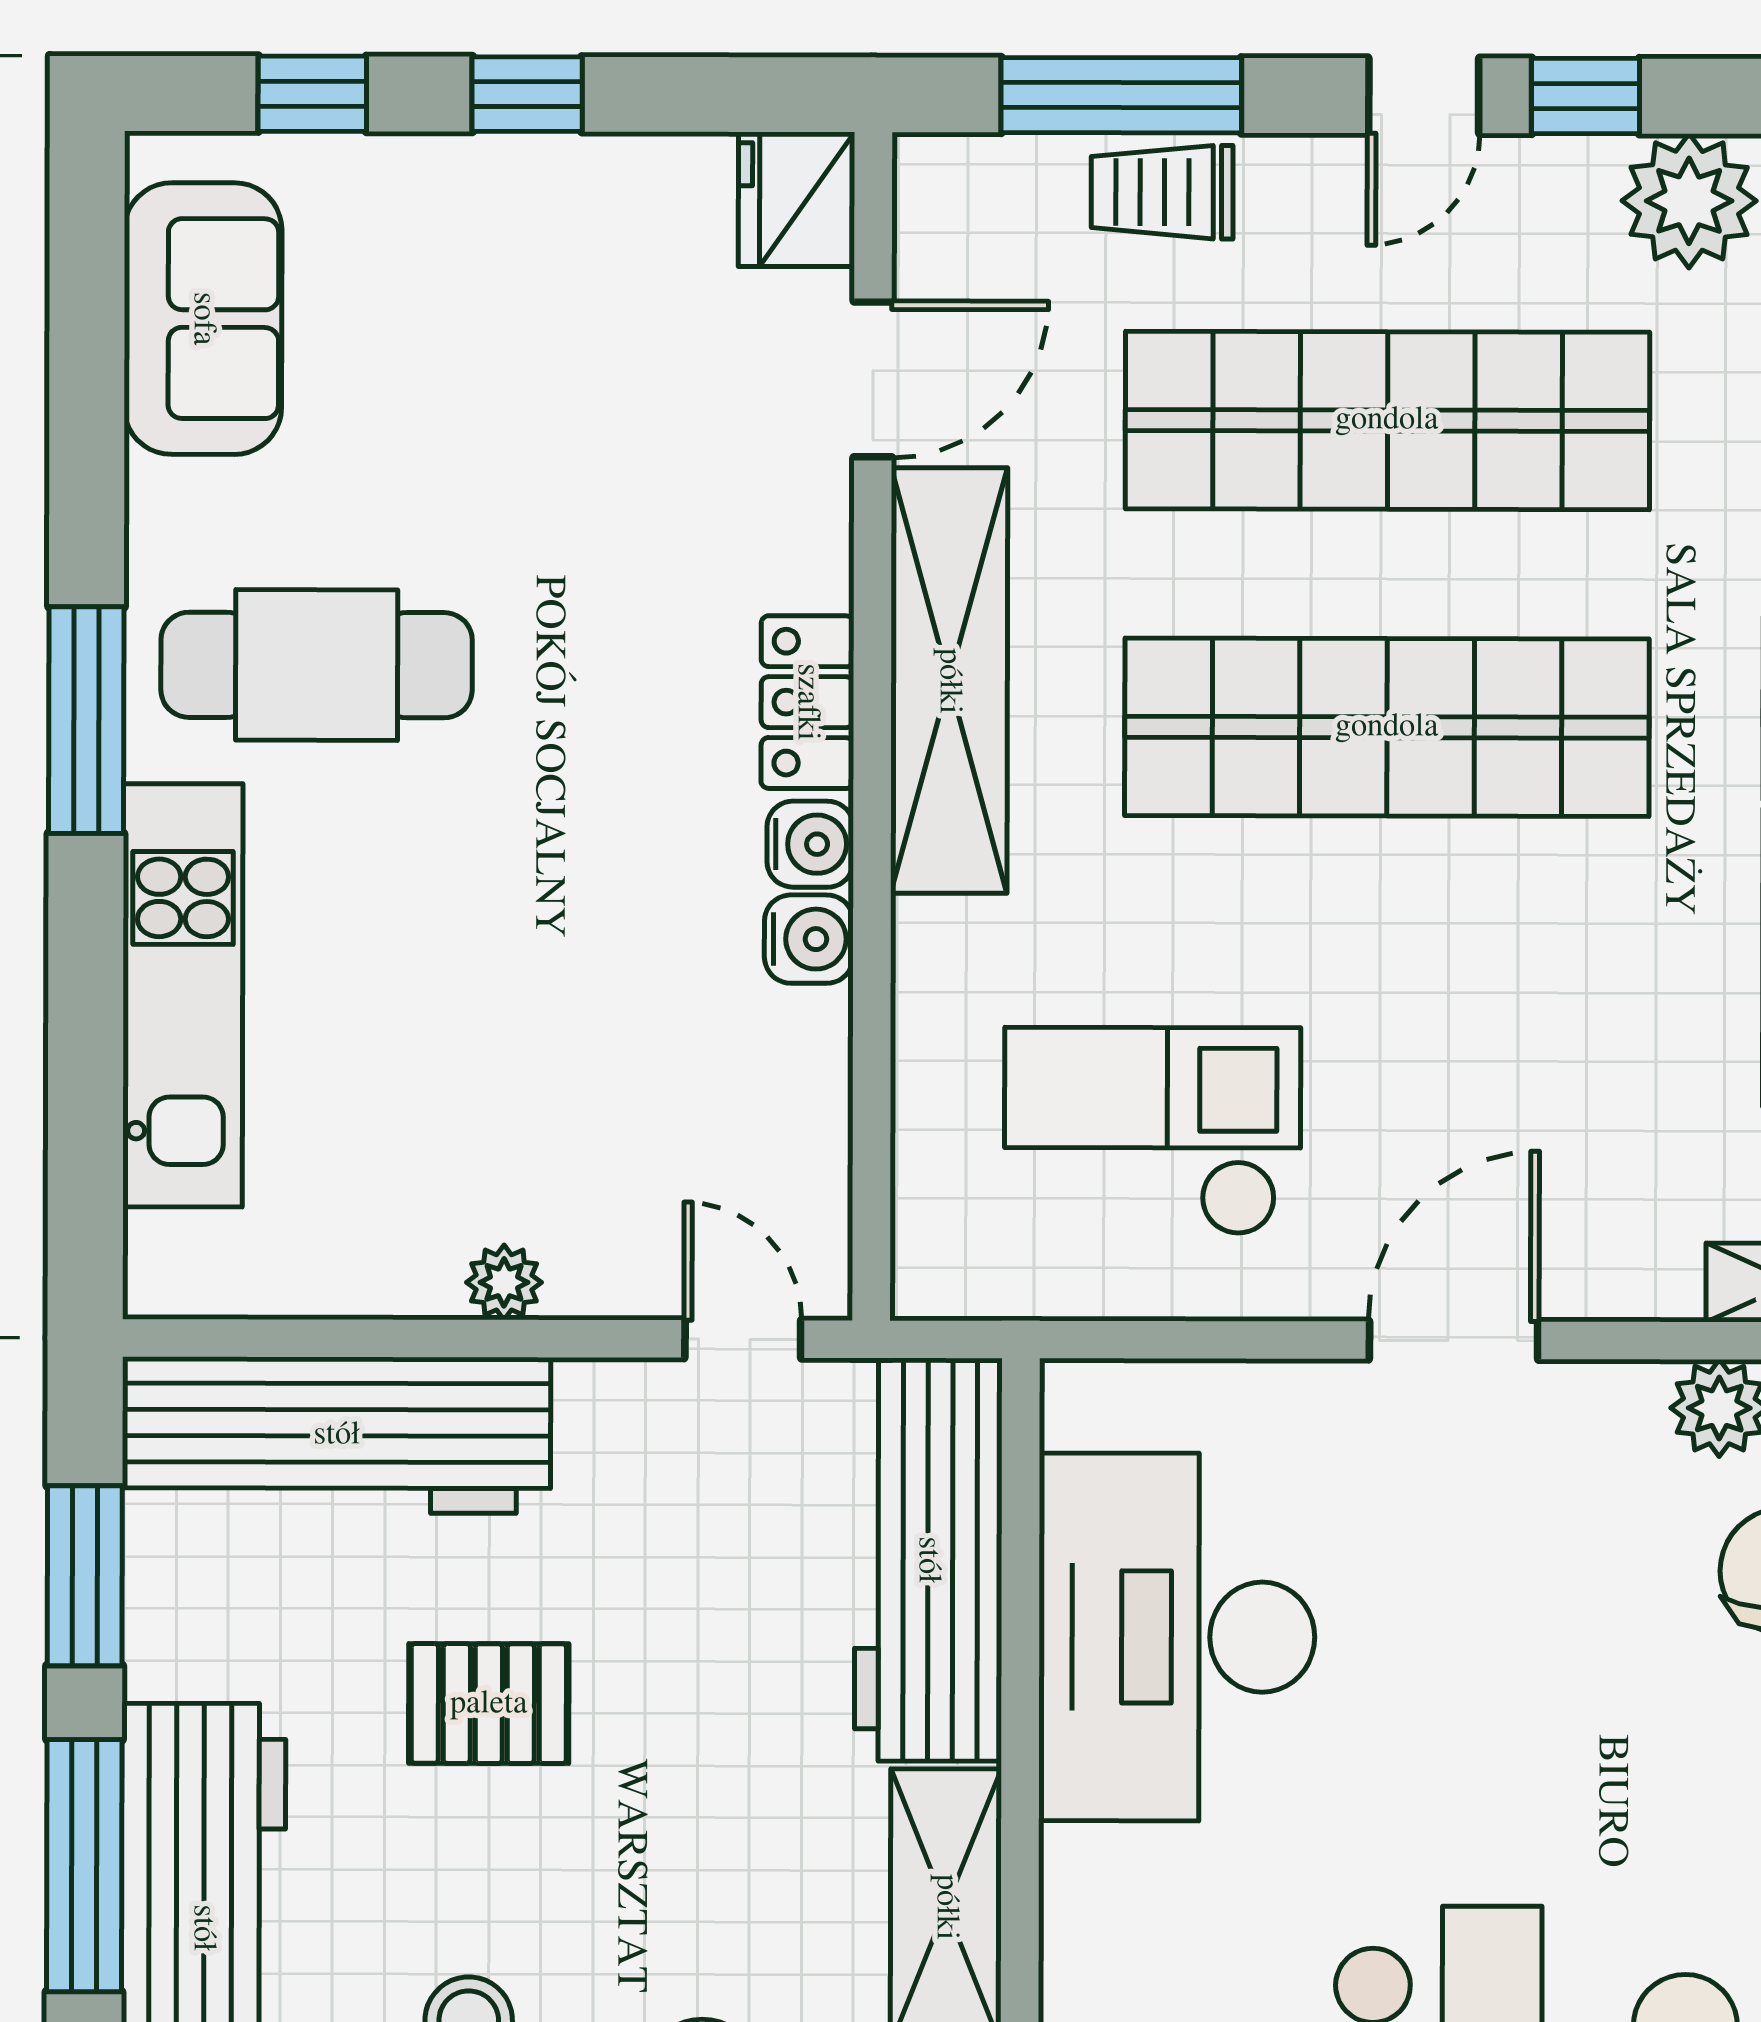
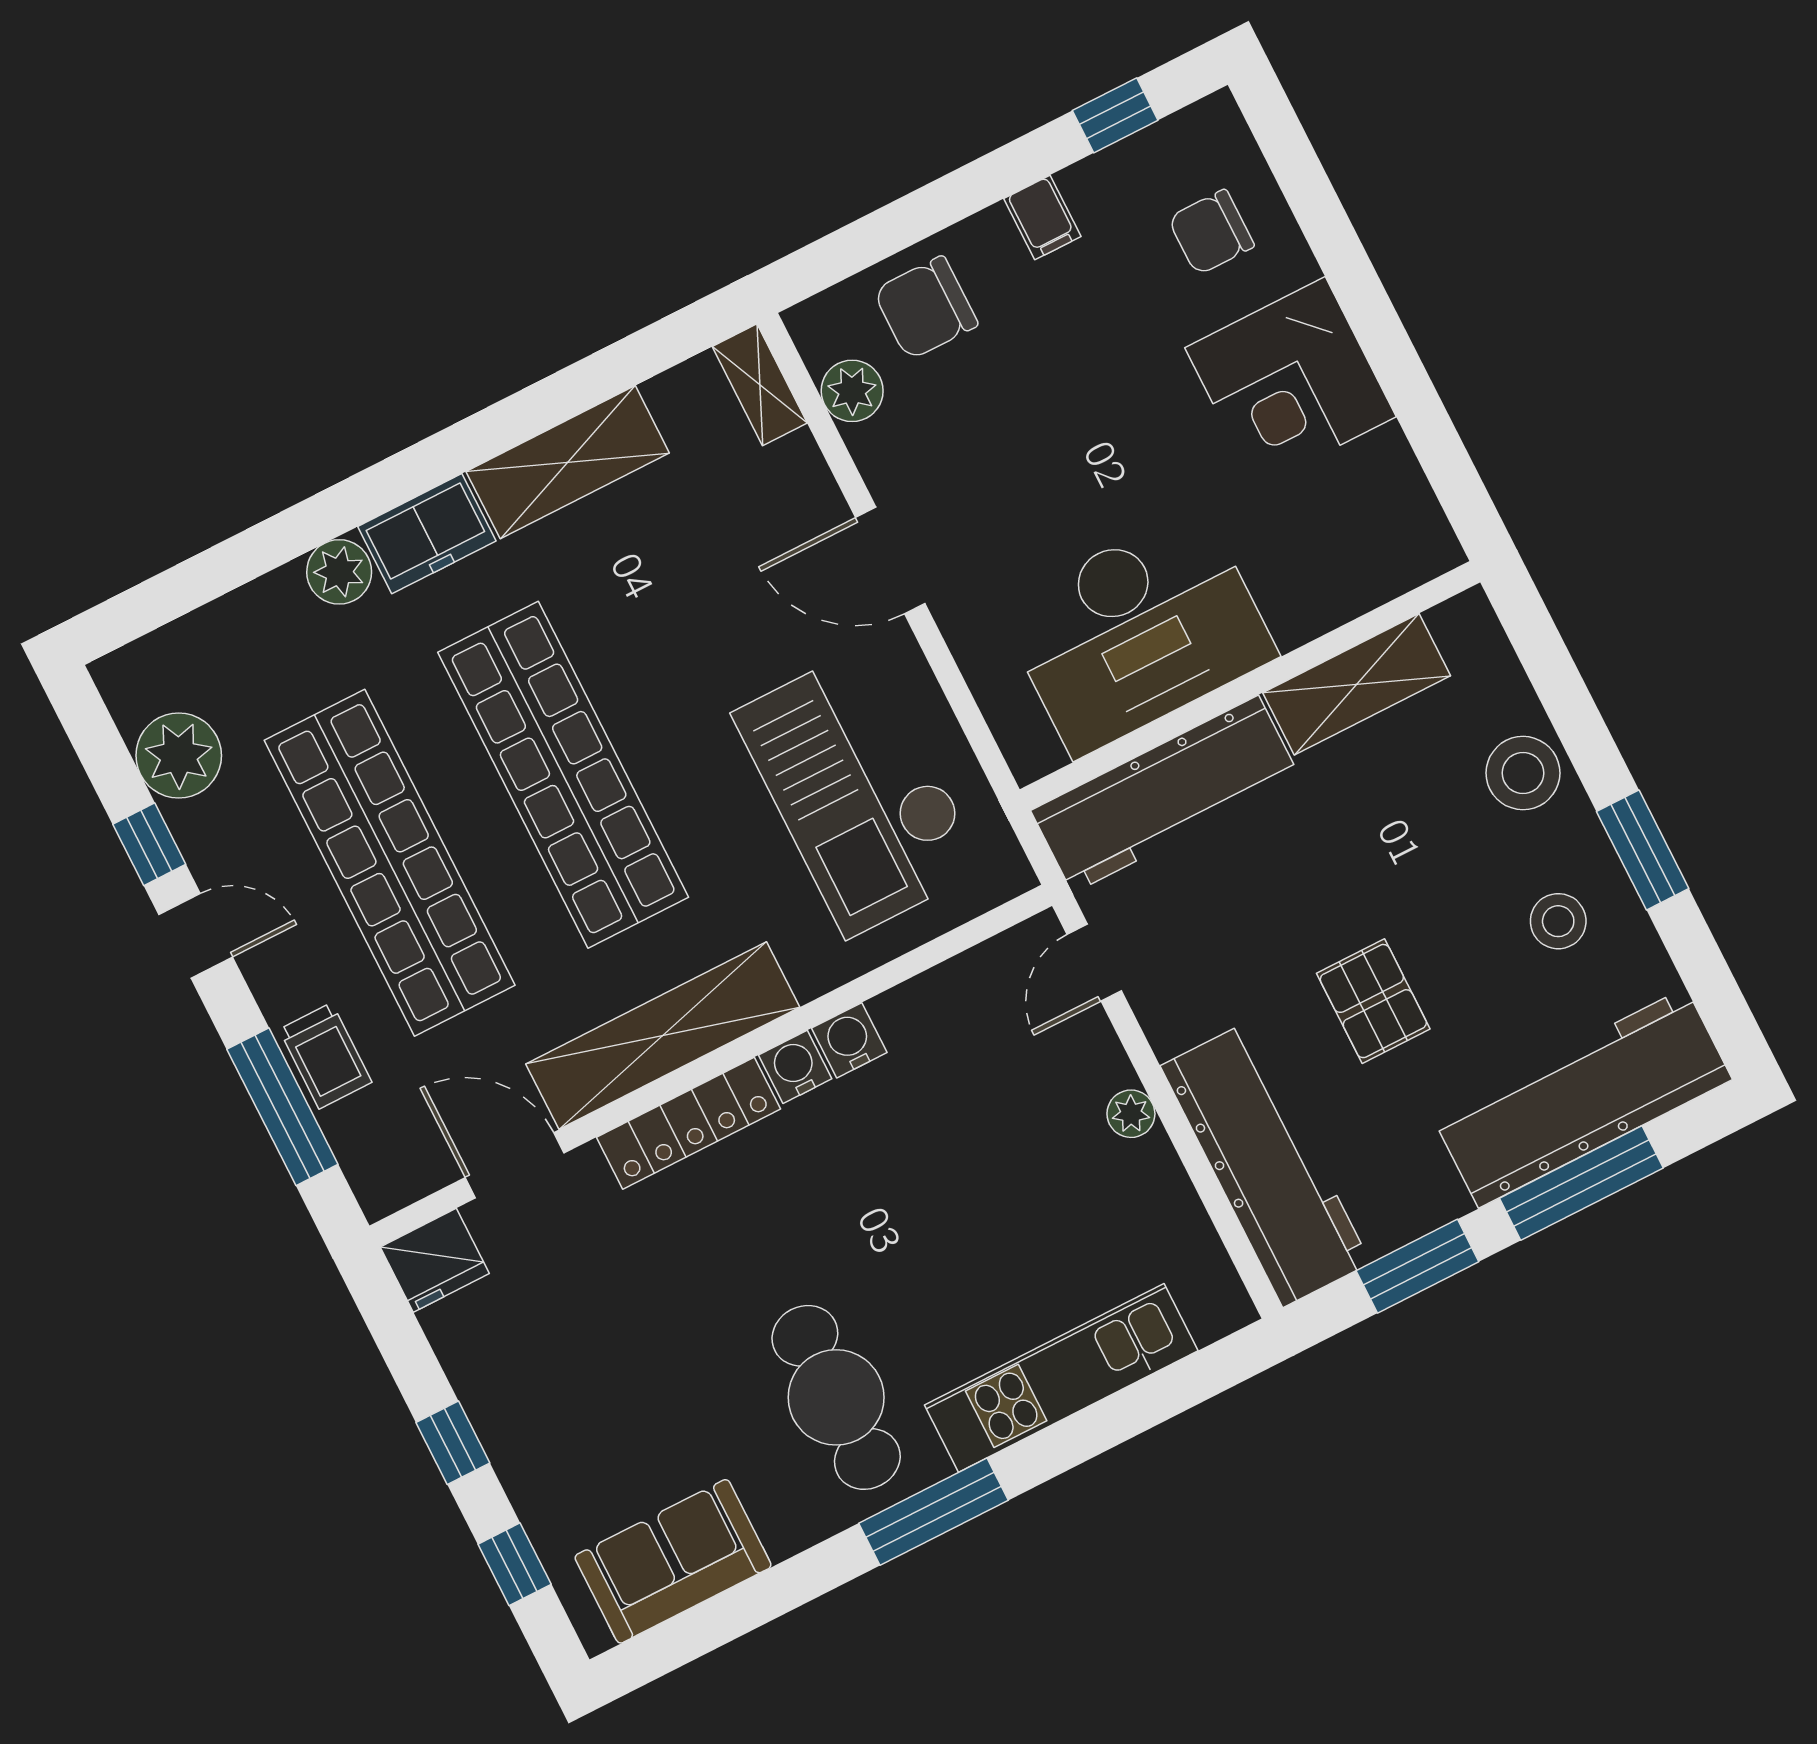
locker: (807, 702) -> (689, 1123), width x1.53
checkout: (1153, 1131) -> (859, 791), width x1.36, depth x1.21

